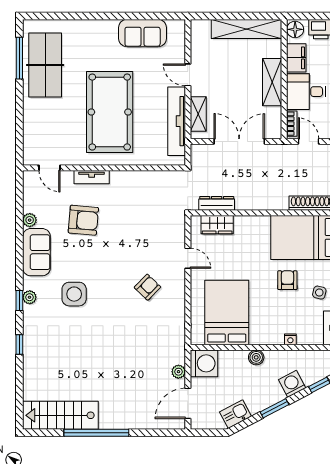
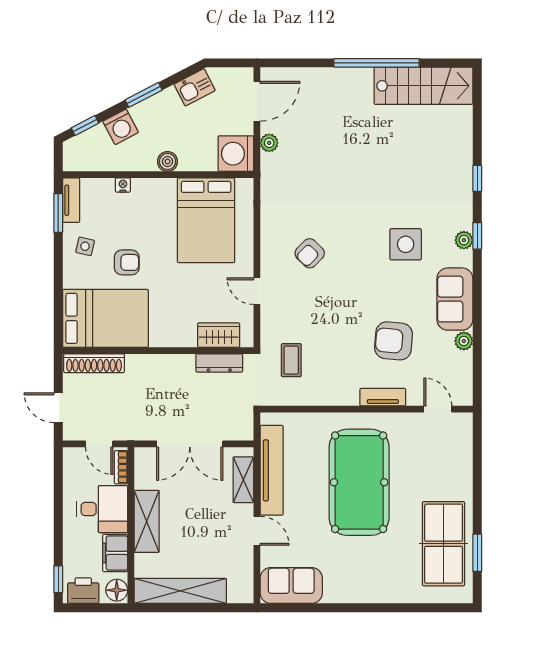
sofa: (143, 33) -> (291, 585), moved
window: (19, 58) -> (477, 553), width x0.69
coffee table: (162, 205) -> (291, 360), added
armchair: (287, 280) -> (127, 262), turned -90

